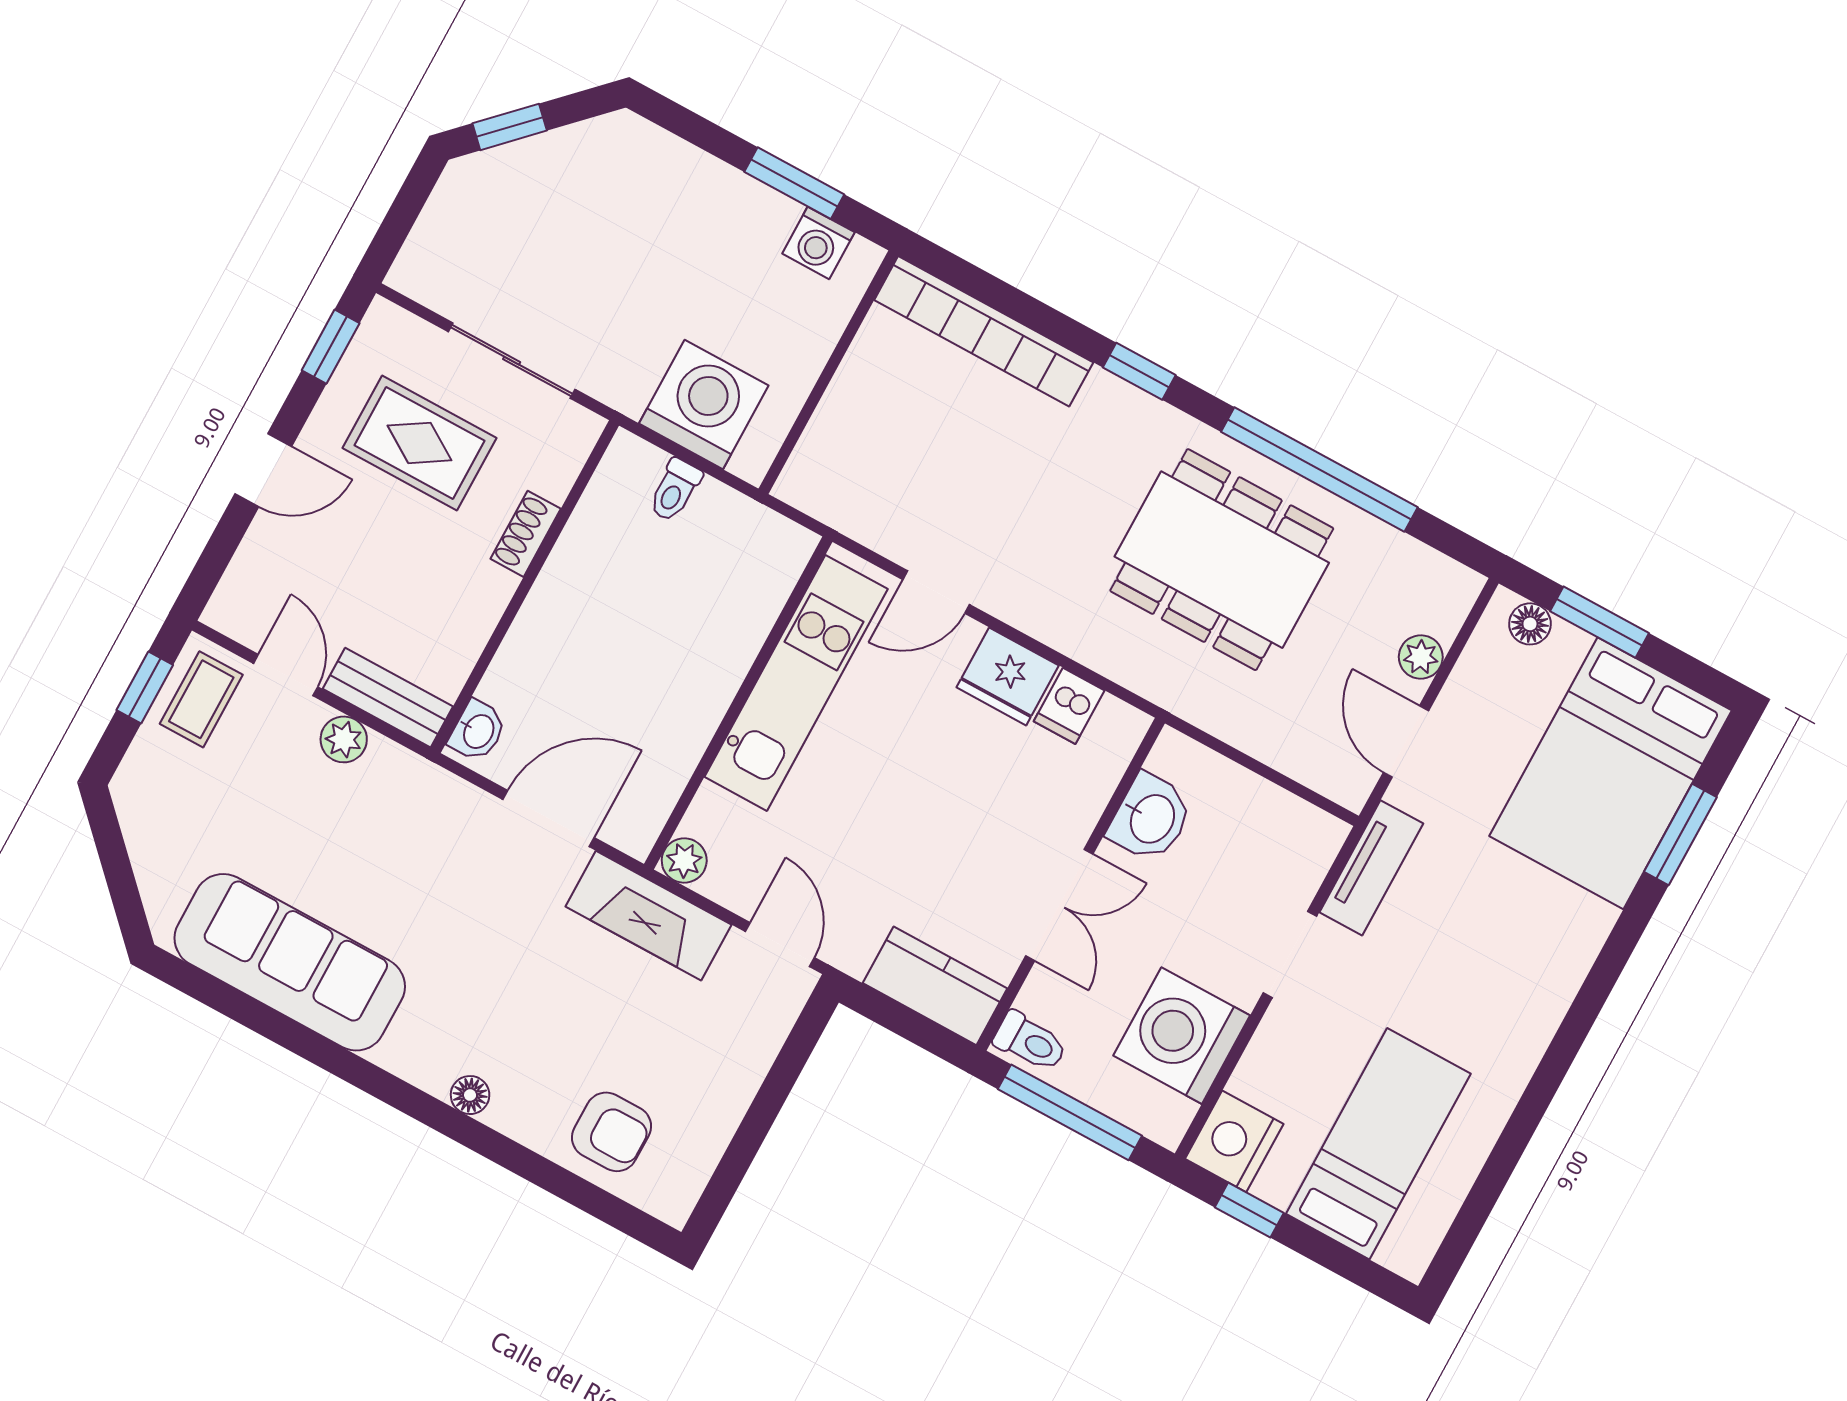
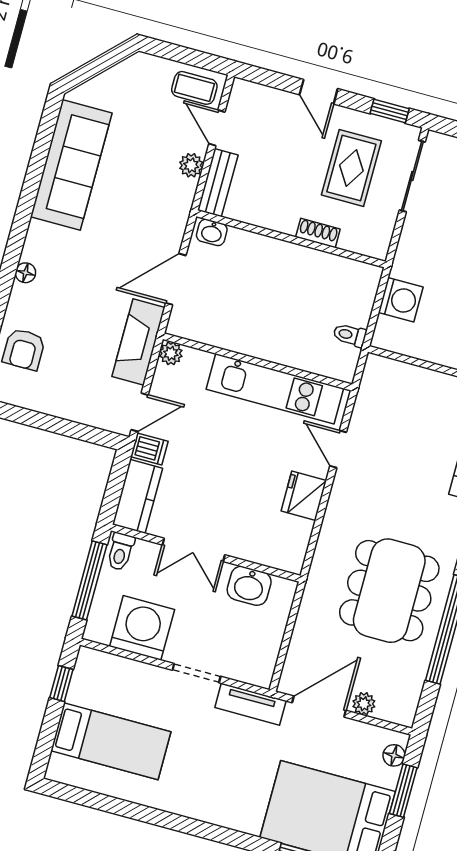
sliding door: (512, 361) -> (412, 176), moved
washing machine: (704, 404) -> (401, 300), width x0.73, depth x0.73
toilet: (675, 490) -> (350, 335), moved
door: (286, 675) -> (217, 128), swing flipped
window: (145, 687) -> (193, 58), removed
dishwasher: (1069, 706) -> (149, 449), moved, turned 180
door: (1406, 742) -> (319, 706), width x1.38
door: (549, 818) -> (176, 279), swing flipped
nightstand: (1234, 1141) -> (95, 668), removed

